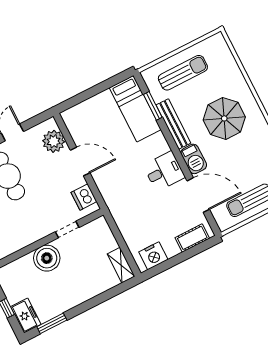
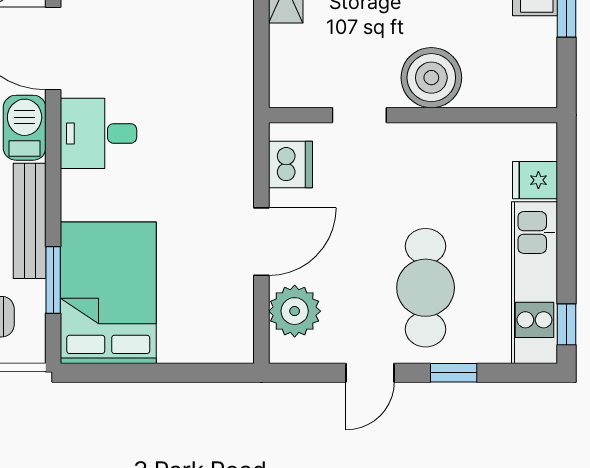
bed: (135, 109) -> (108, 293), width x1.50
door: (80, 162) -> (261, 242), swing flipped

